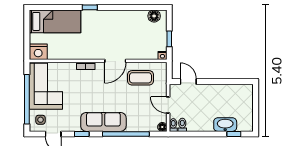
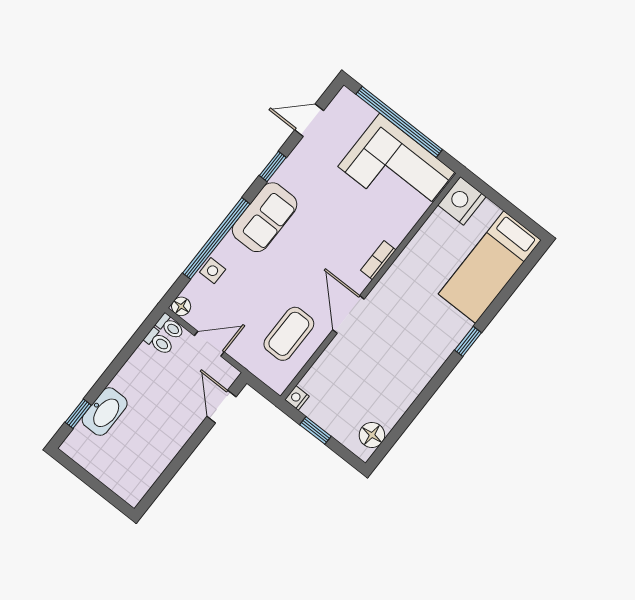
door: (188, 82) -> (221, 407), swing flipped
side table: (41, 120) -> (213, 271), moved
sofa: (103, 122) -> (265, 217), width x0.73

